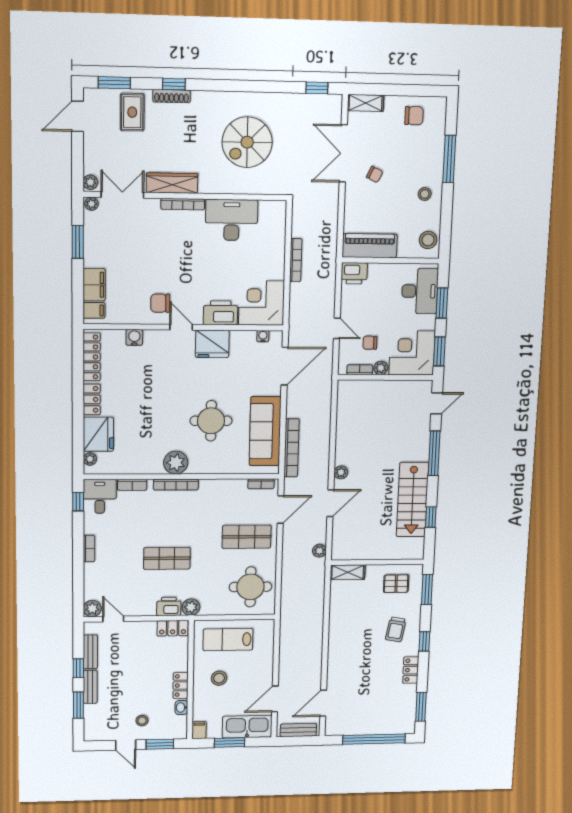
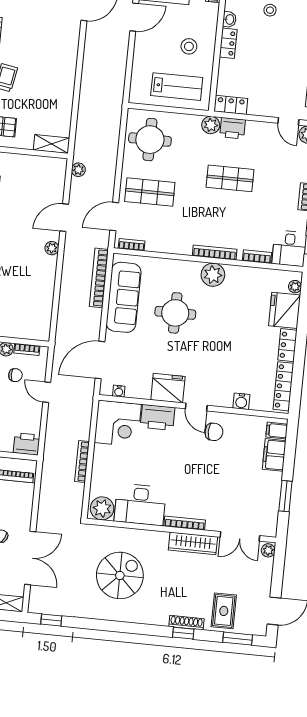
plant: (91, 204) -> (102, 508), moved, width x1.88, depth x1.88

